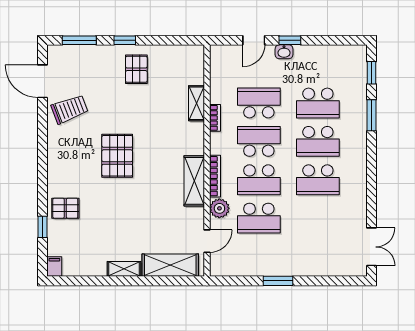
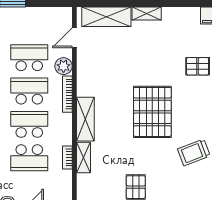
bookcase: (215, 118) -> (67, 158), moved
school desk: (259, 141) -> (29, 124), turned 180
pallet: (117, 156) -> (152, 112), width x1.37, depth x1.41
shelving: (194, 181) -> (85, 119), moved

